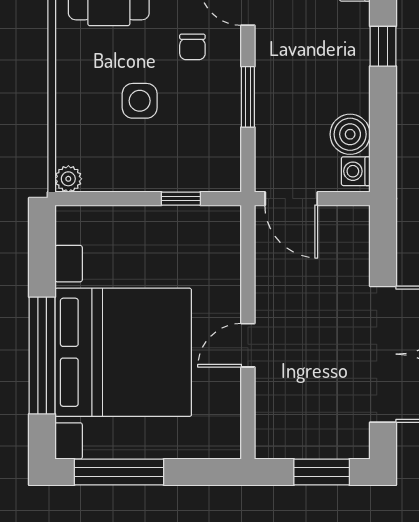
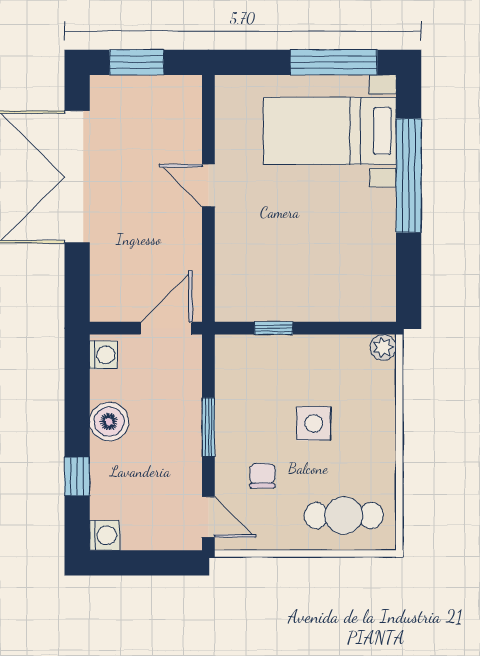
boiler: (350, 134) -> (109, 422), moved
door: (291, 199) -> (166, 328), hinge flipped
door: (248, 345) -> (208, 185), swing flipped
bed with nightstands: (123, 352) -> (330, 131), width x0.54

